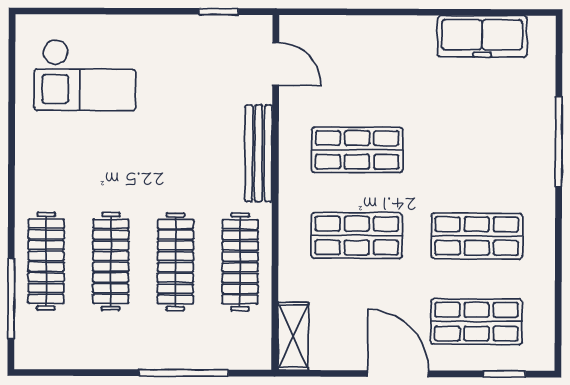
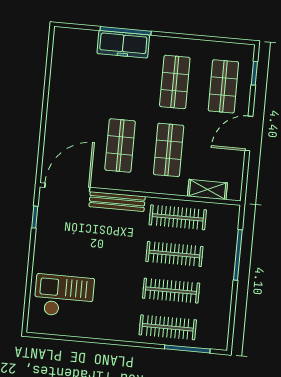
freezer: (482, 36) -> (123, 44), moved, turned 90
door: (276, 64) -> (67, 187), width x1.87
checkout: (85, 75) -> (64, 296), turned -90
shelving: (293, 336) -> (207, 190), moved

